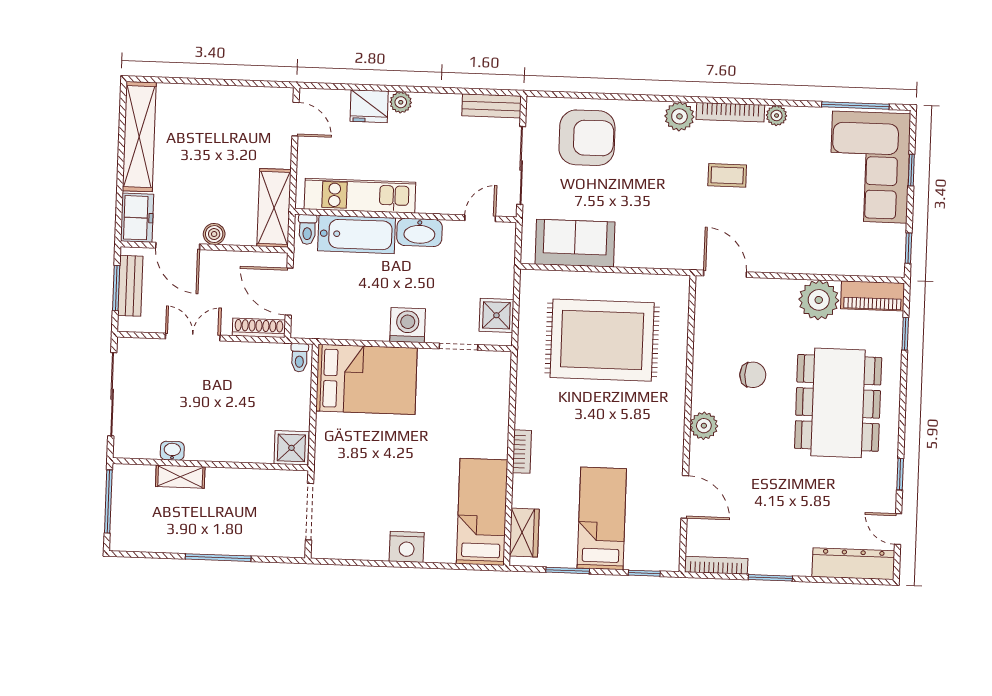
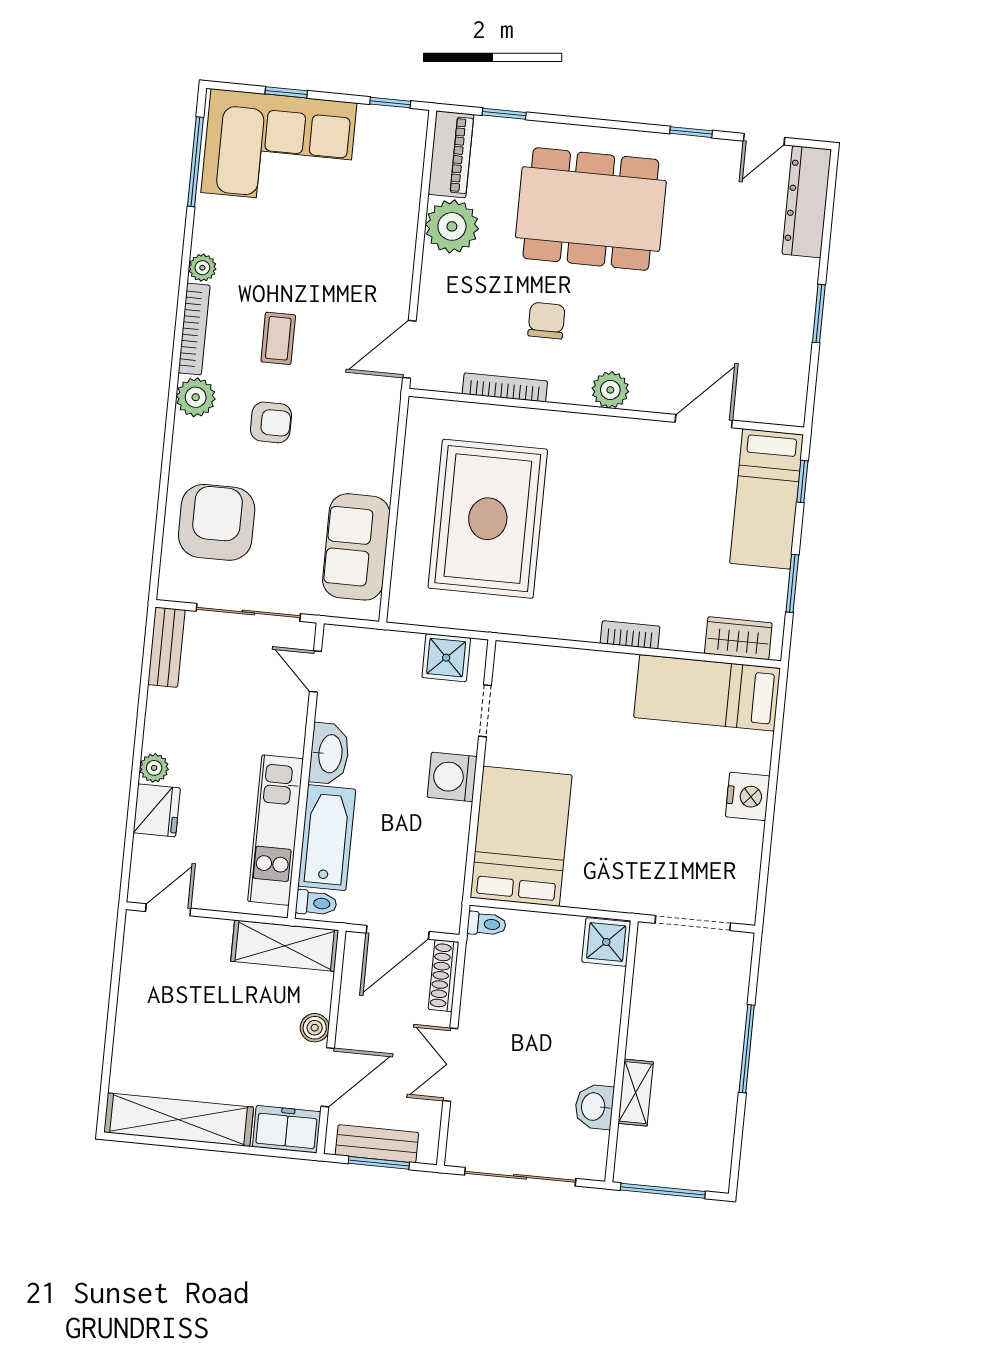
armchair: (664, 174) -> (271, 422), added
washbasin: (172, 451) -> (594, 1107), width x1.38, depth x1.45
bed: (602, 518) -> (767, 499), moved, turned -90
bookcase: (716, 565) -> (505, 387), moved, turned 90

